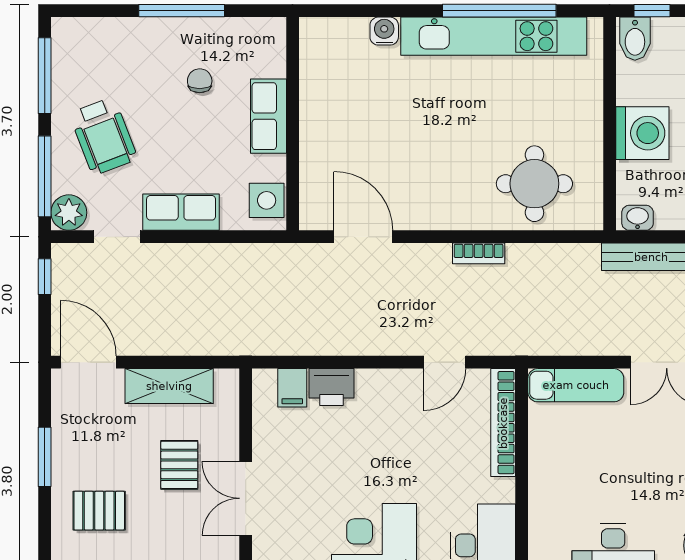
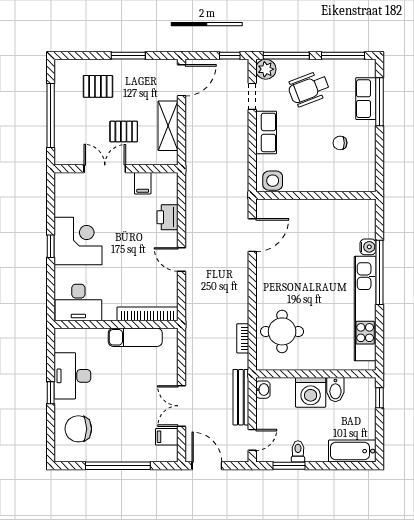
window: (182, 11) -> (379, 102), moved
window: (499, 11) -> (379, 272), moved
bidet: (635, 39) -> (335, 390), moved, turned -90
chair: (200, 81) -> (340, 143), turned 180
row of seats: (269, 116) -> (366, 99), moved, turned -90
bookcase: (479, 253) -> (243, 338), moved
door: (445, 362) -> (182, 259), moved
exam couch: (576, 385) -> (135, 337), moved, turned -90
filing cabinet: (292, 388) -> (143, 183), moved, turned -90
pallet: (99, 511) -> (98, 86), turned 90

